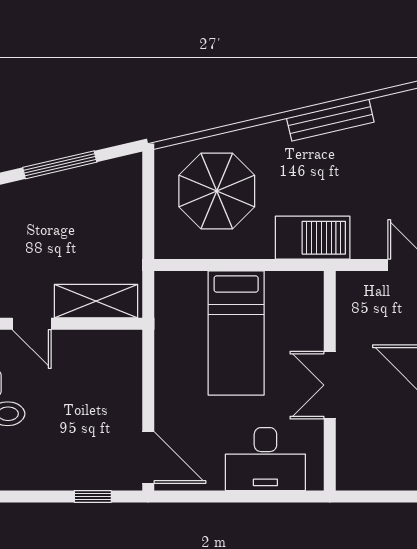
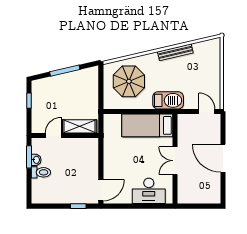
door: (32, 324) -> (53, 136), swing flipped
bed: (236, 333) -> (147, 125), moved, turned 90
door: (148, 457) -> (101, 190), hinge flipped

